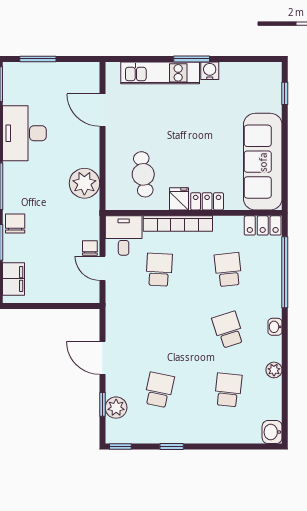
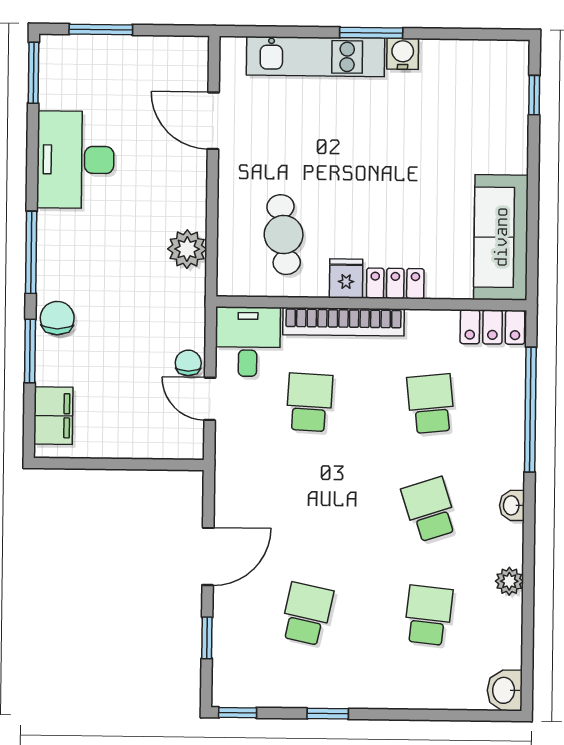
sofa: (263, 162) -> (501, 237), width x0.74, depth x0.79
plant: (84, 183) -> (187, 249), width x0.73, depth x0.73
door: (102, 358) -> (208, 556), swing flipped
plant: (116, 408) -> (231, 644), removed

